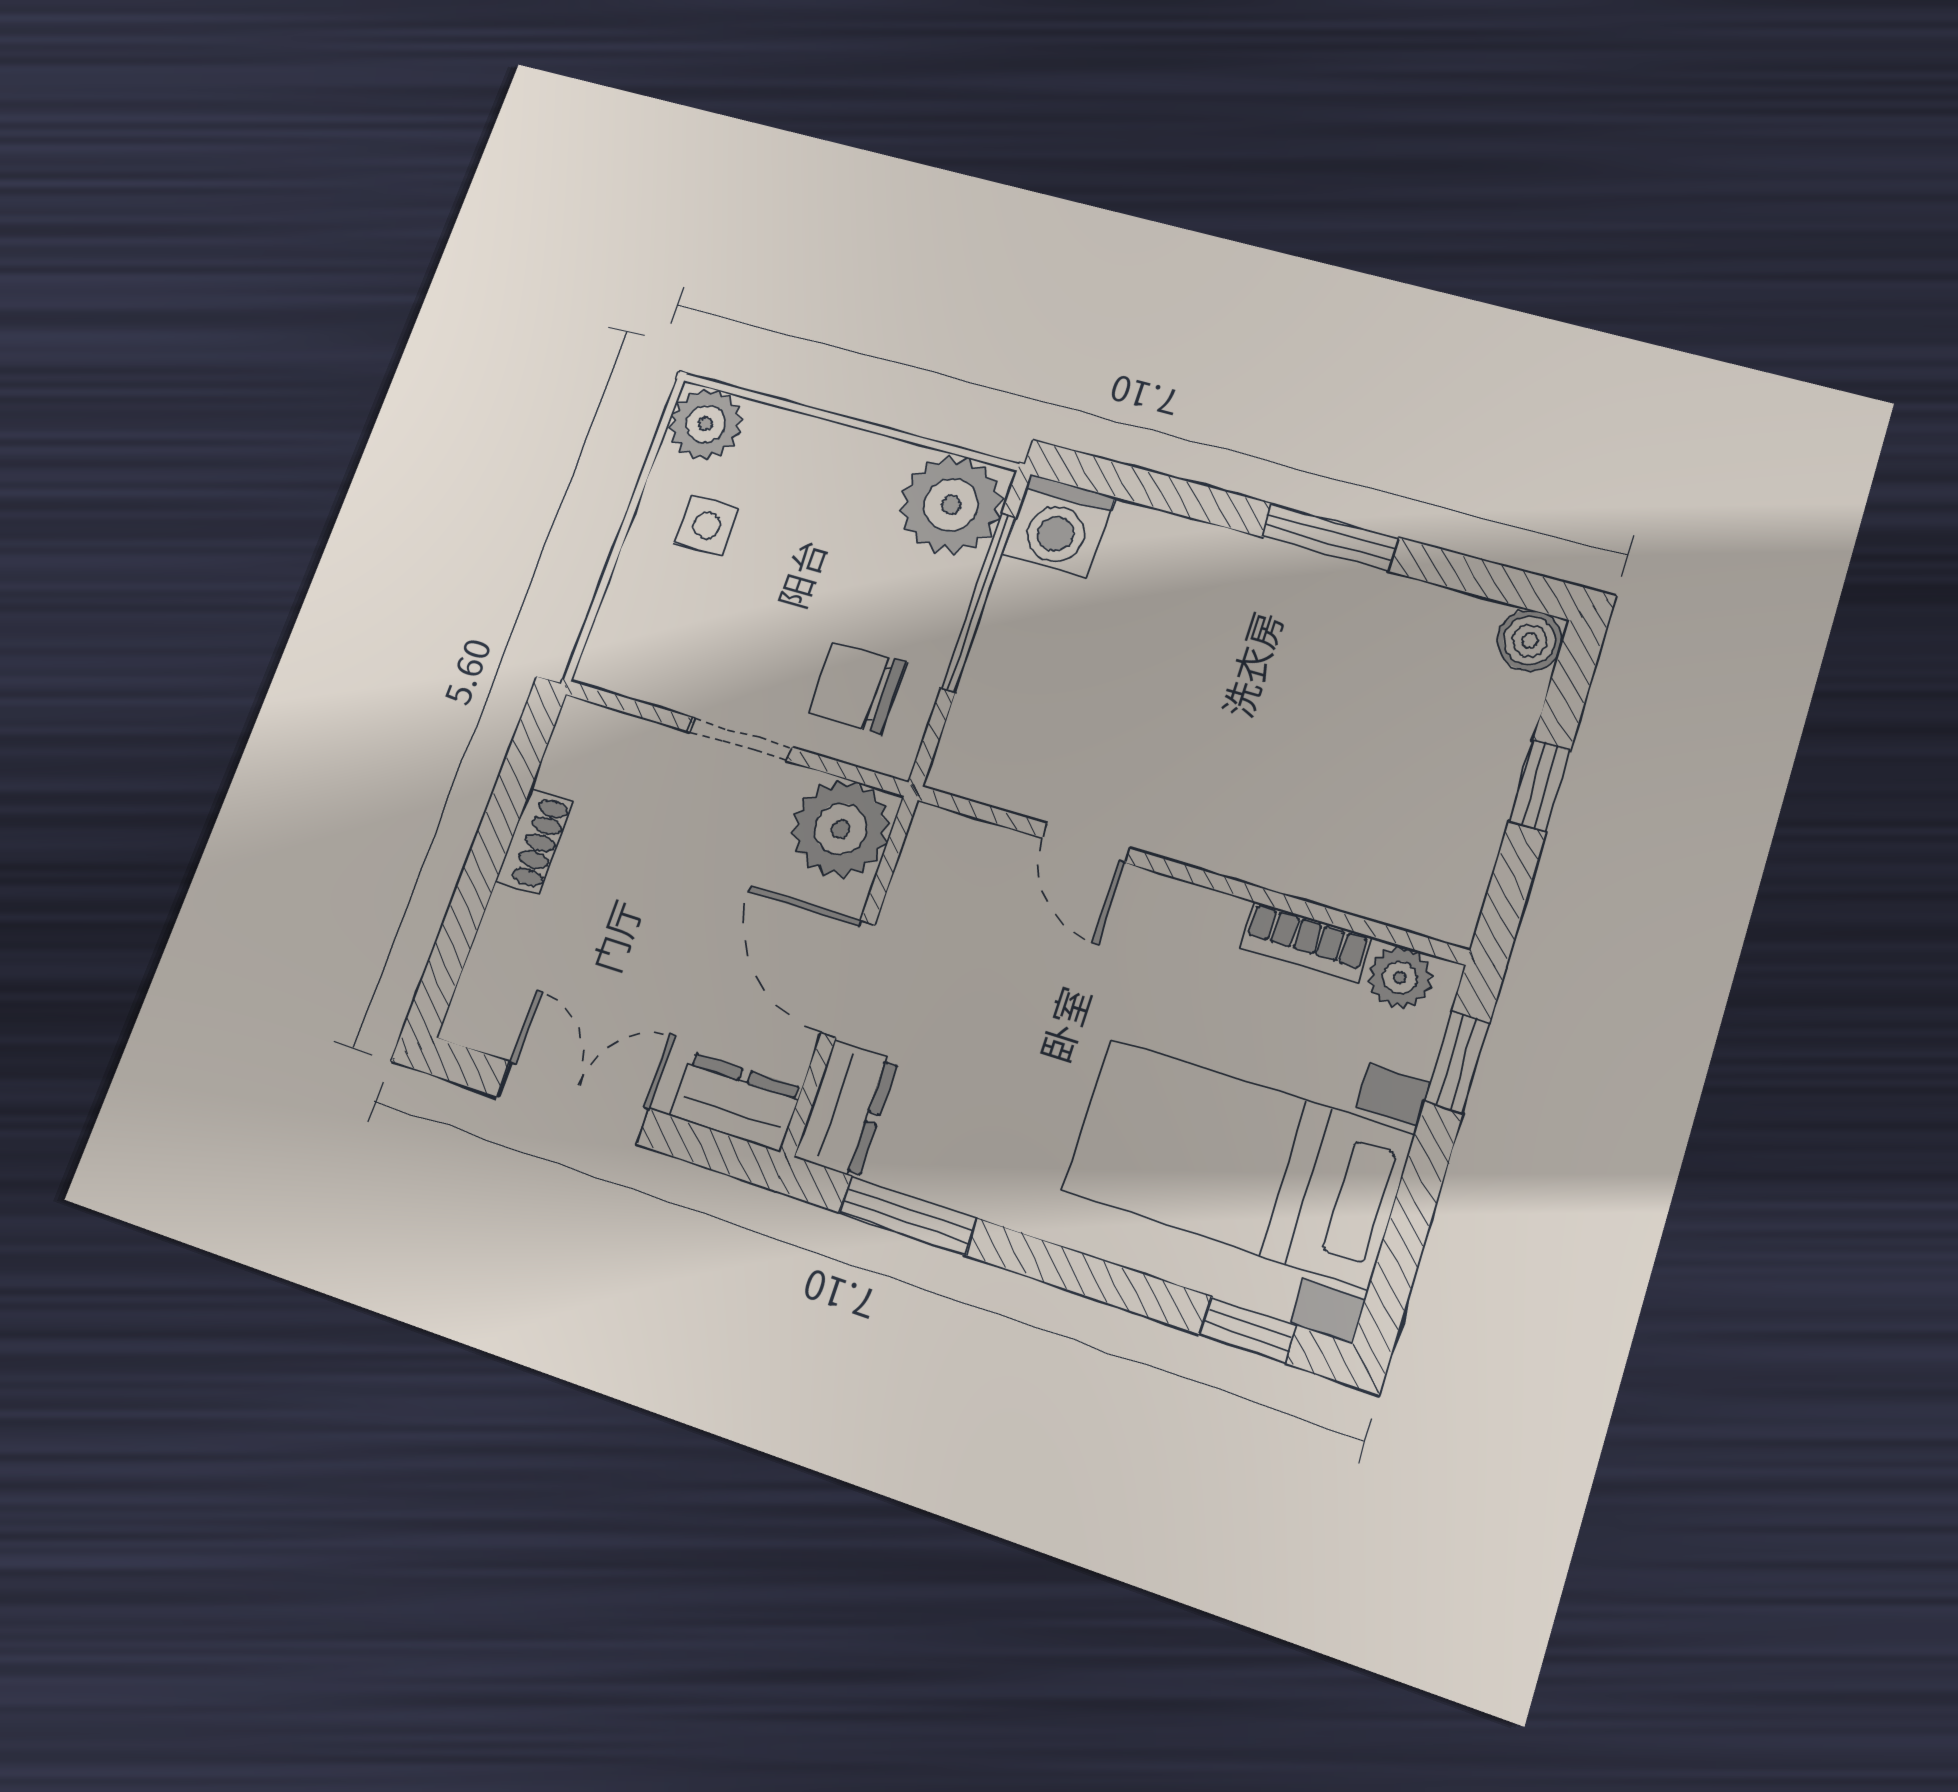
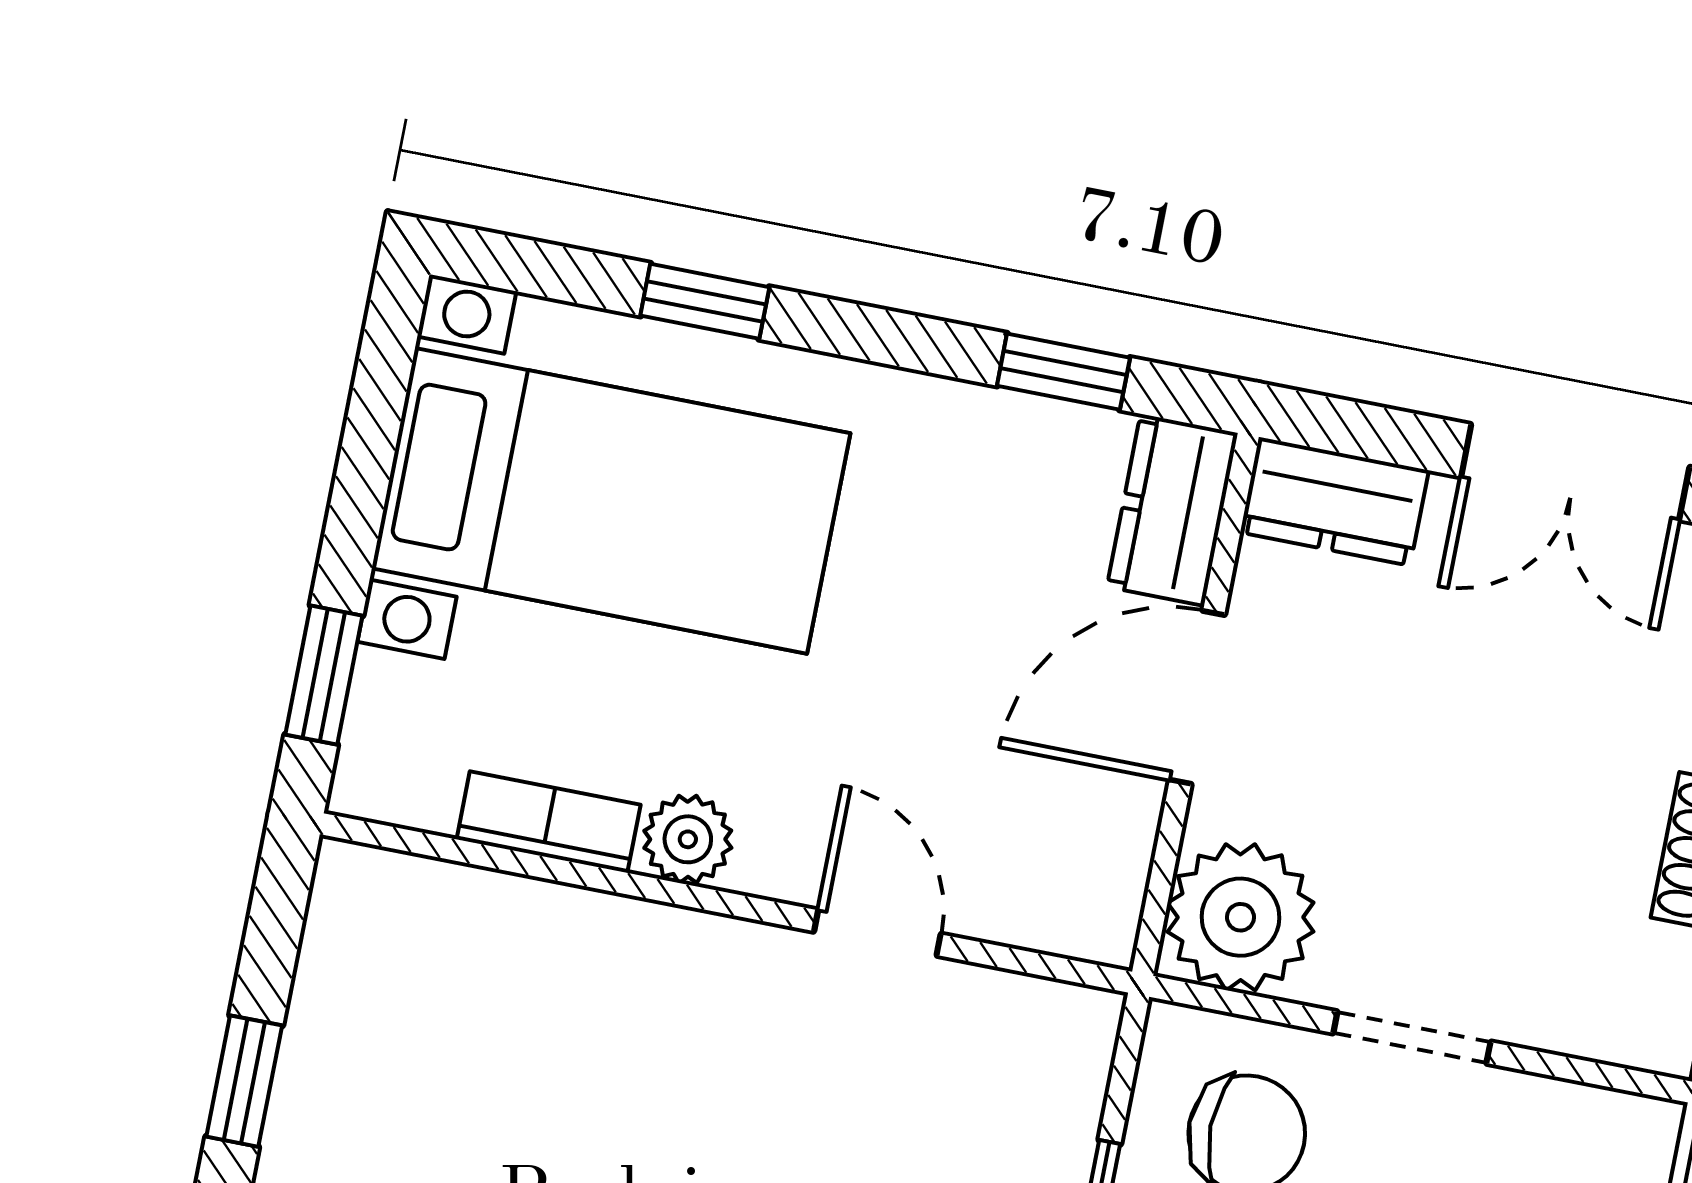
plant: (1400, 978) -> (688, 839), moved
door: (848, 979) -> (1197, 697), swing flipped
window: (907, 1215) -> (1063, 372), width x0.67
window: (1248, 1330) -> (705, 301), moved

